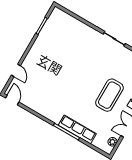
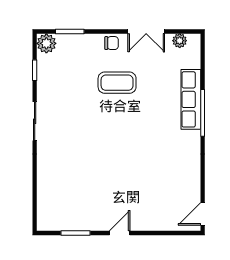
door: (16, 70) -> (120, 233), moved
coffee table: (109, 95) -> (117, 83), width x0.73, depth x0.76

